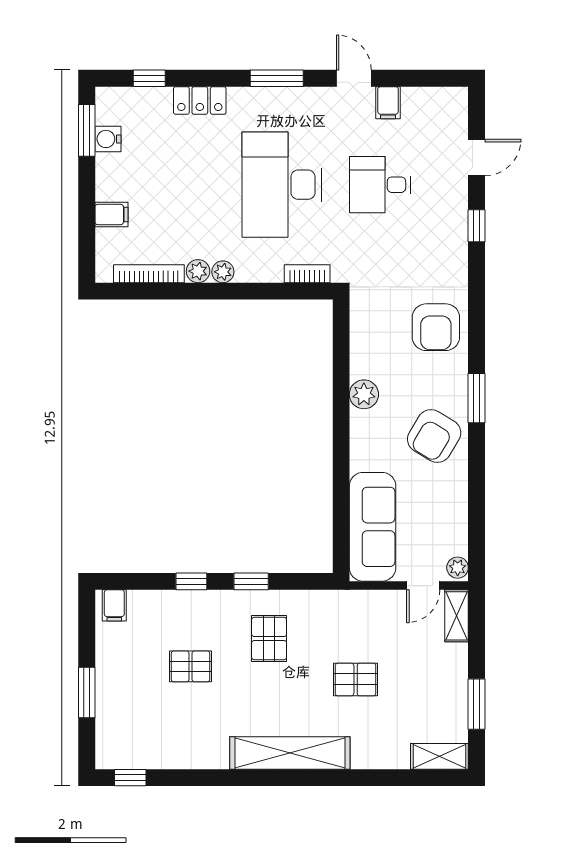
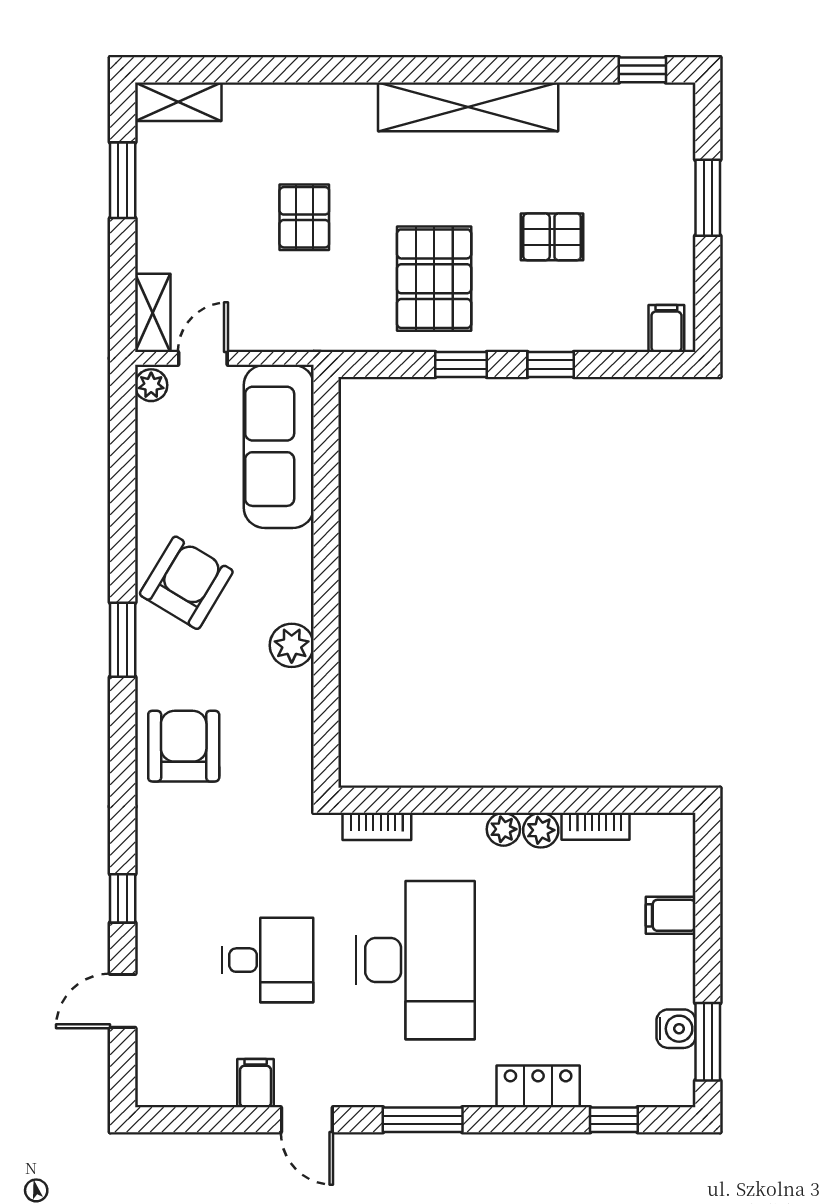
bookcase: (149, 274) -> (595, 826), width x0.64
pallet: (269, 639) -> (434, 279), width x1.50, depth x1.42
pallet: (356, 679) -> (304, 217), turned 90
shelving: (290, 753) -> (468, 107), moved

